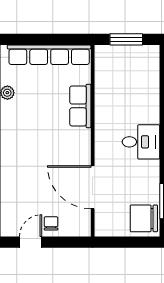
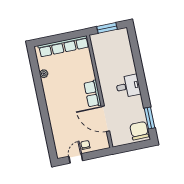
row of seats: (80, 106) -> (93, 94), moved
chair: (144, 218) -> (139, 131), turned 90

